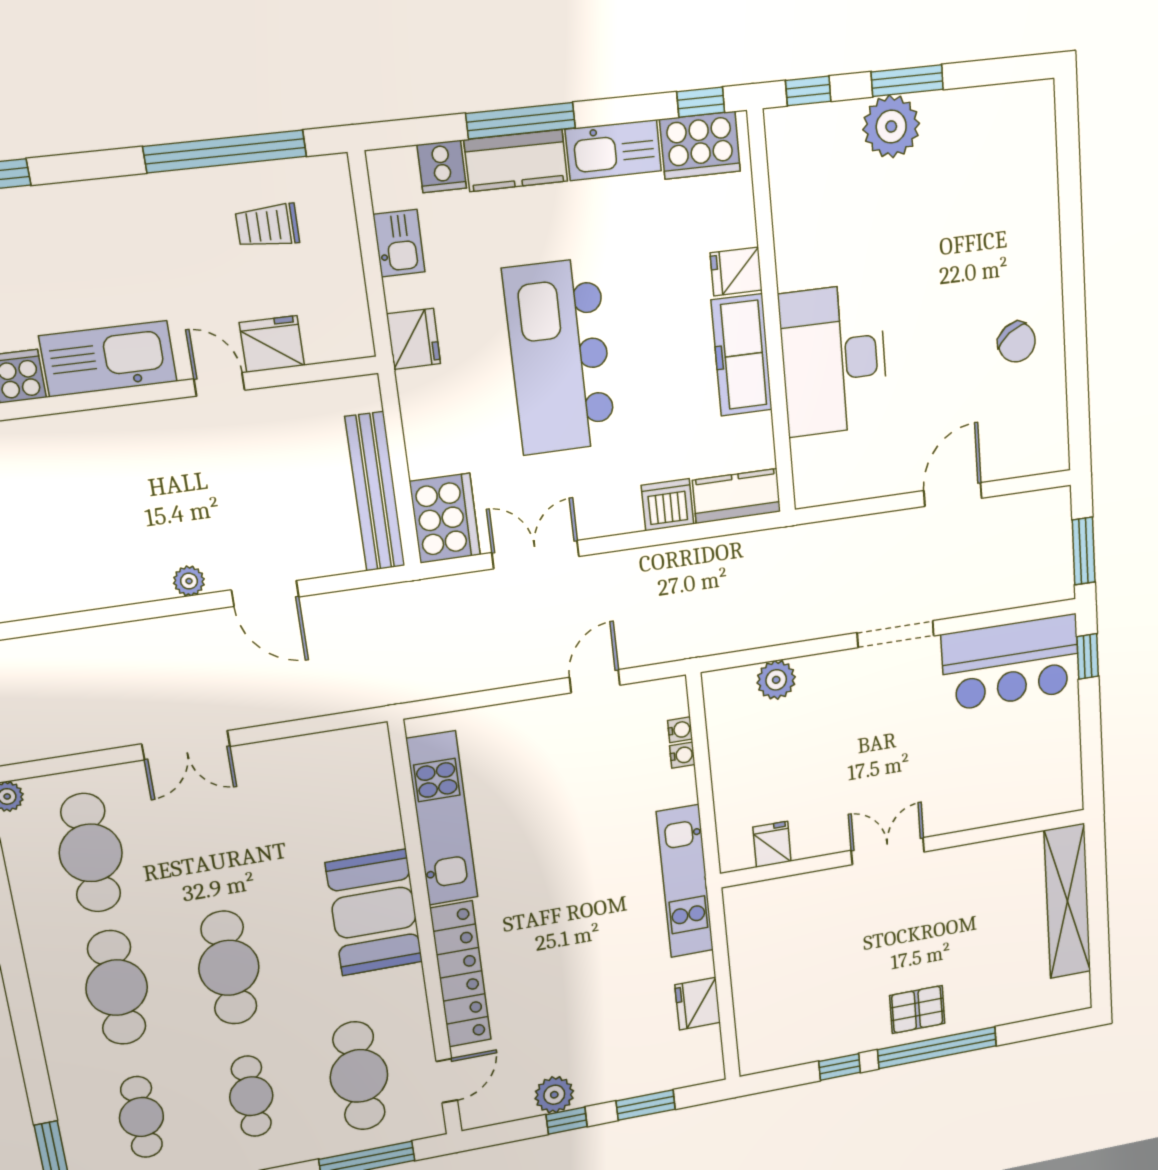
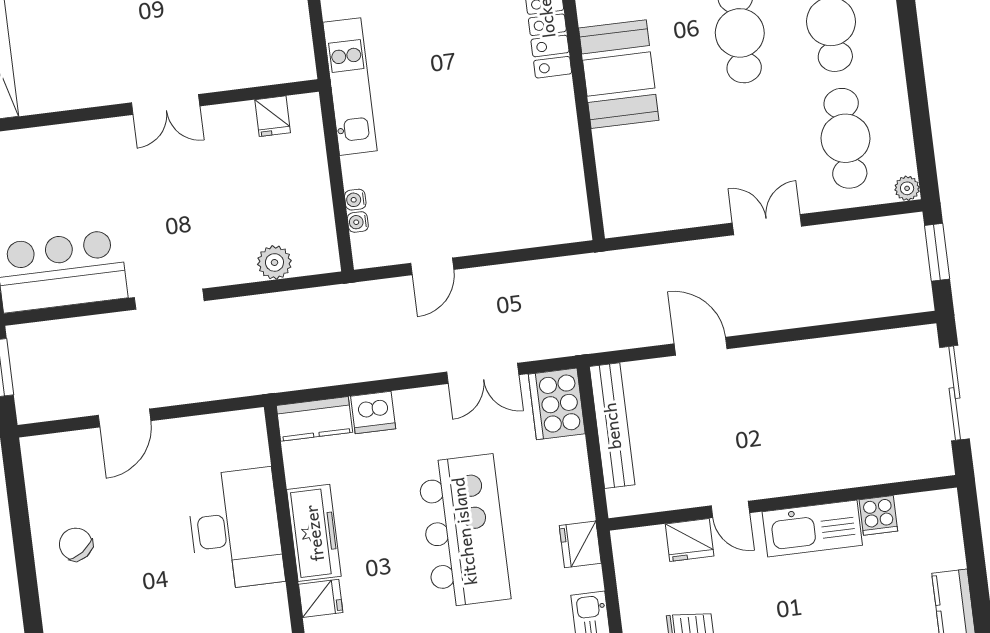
plant: (189, 581) -> (759, 357), removed
kitchen unit: (442, 819) -> (561, 153), removed

